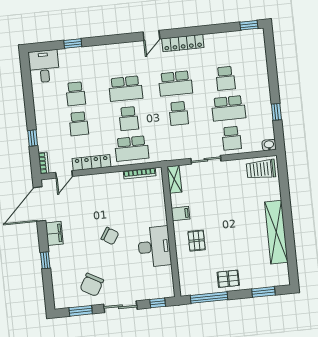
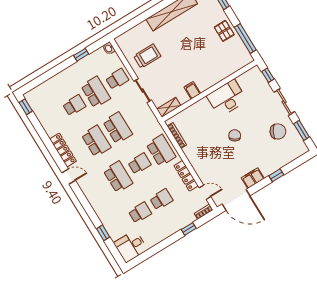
school desk: (179, 113) -> (118, 128), width x1.85
trolley: (261, 169) -> (147, 56), moved, turned -90
pallet: (197, 241) -> (207, 68), removed

